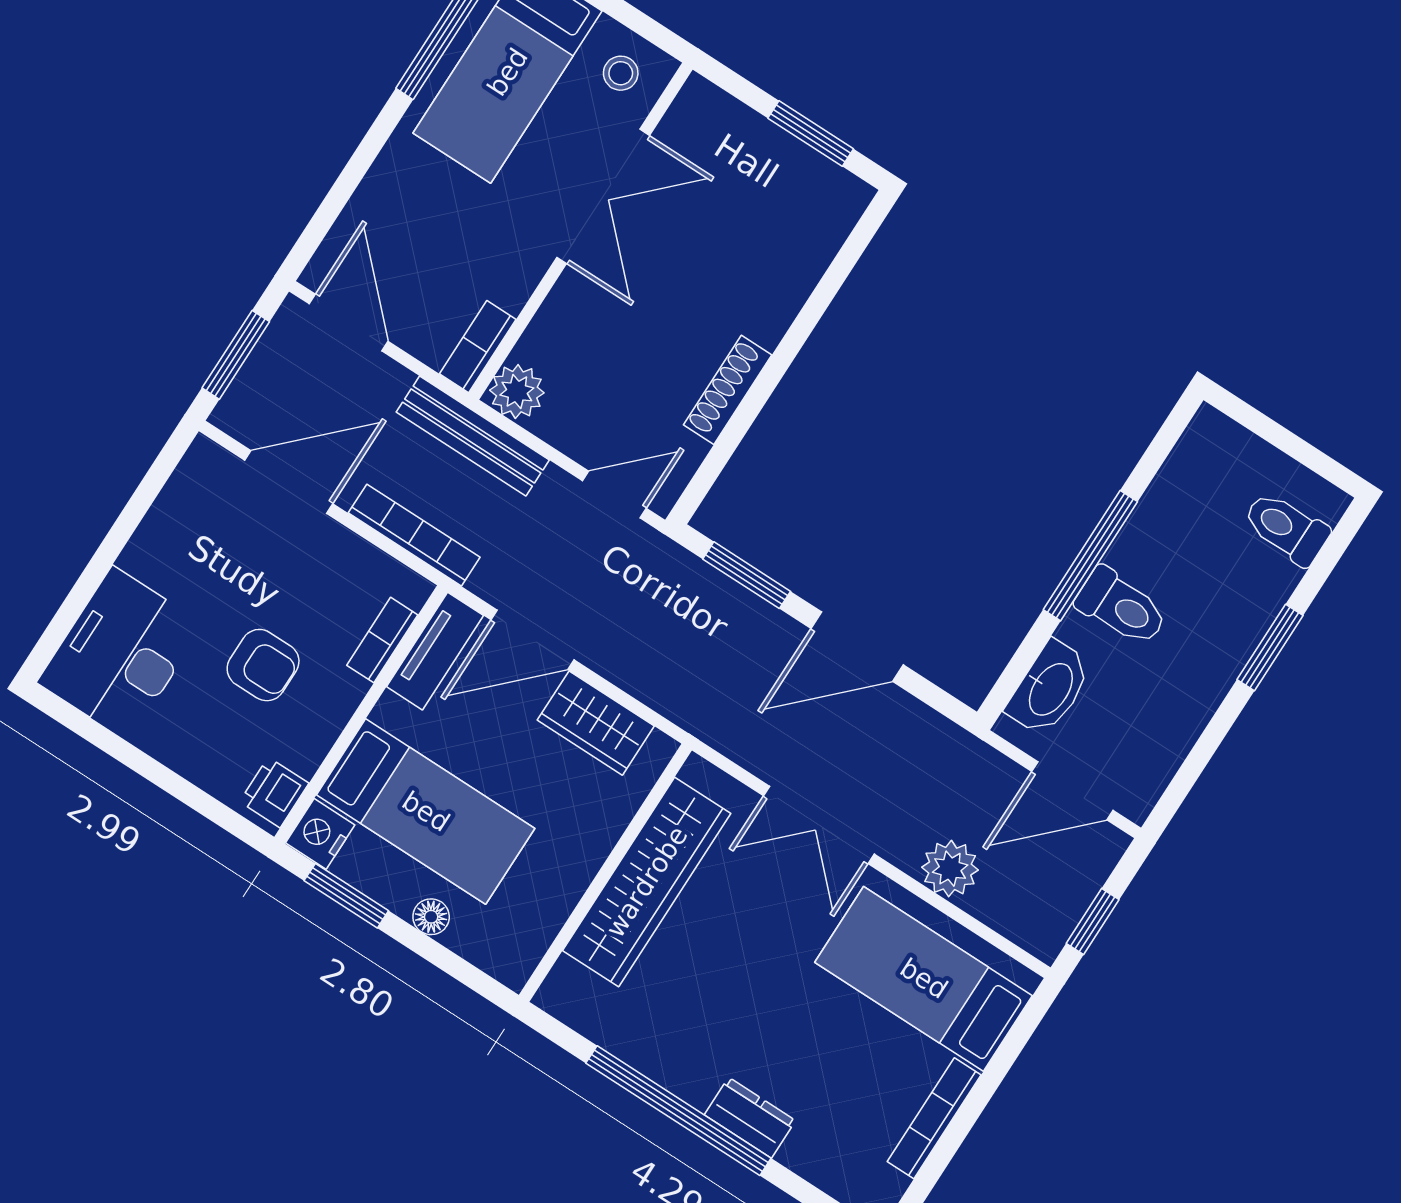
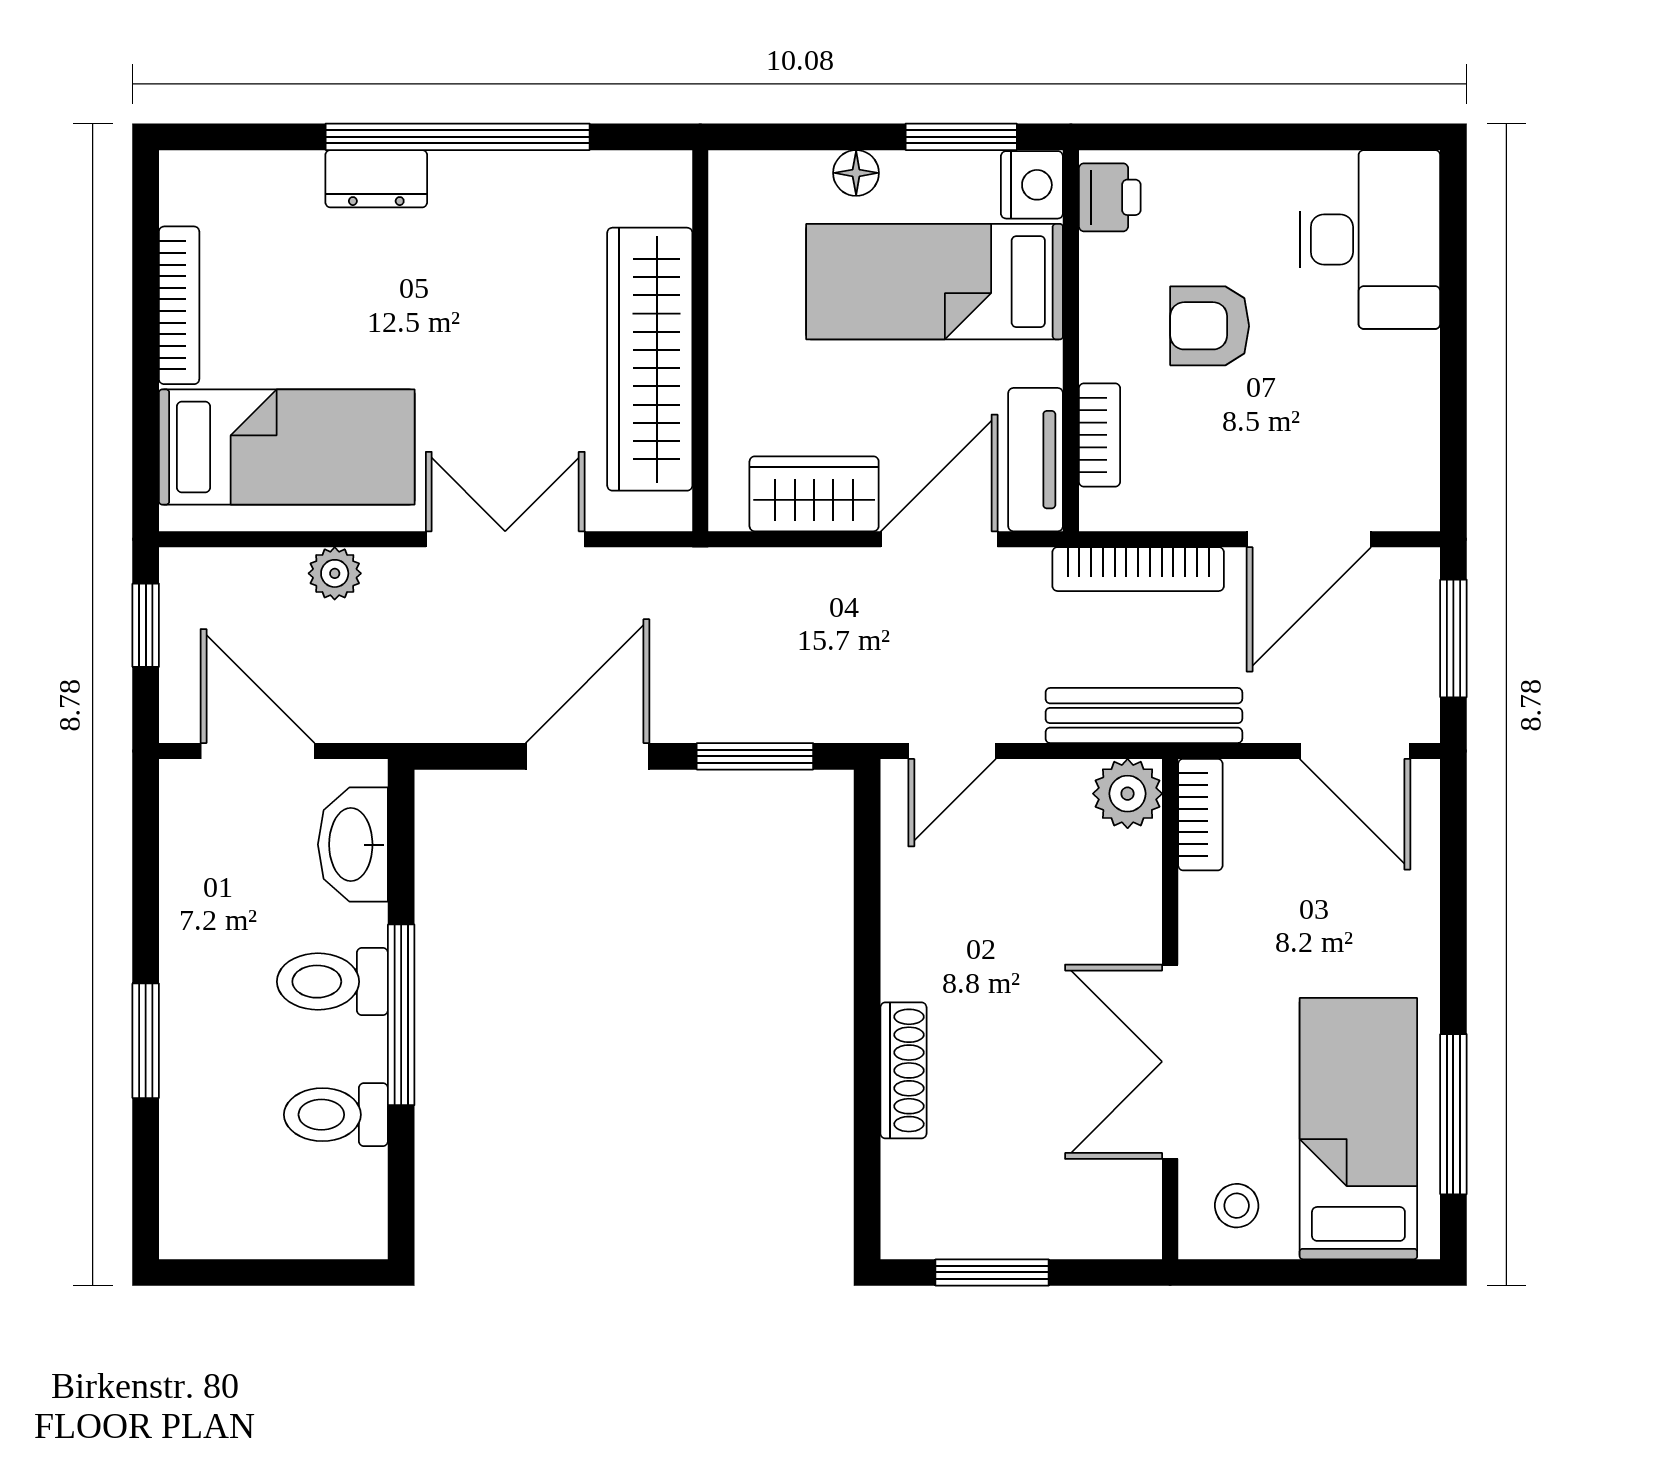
shoe rack: (728, 390) -> (903, 1070), moved
toilet: (1286, 528) -> (336, 1115), moved, turned 180
door: (1072, 791) -> (258, 751), hinge flipped
plant: (950, 869) -> (335, 573), width x0.73, depth x0.73

